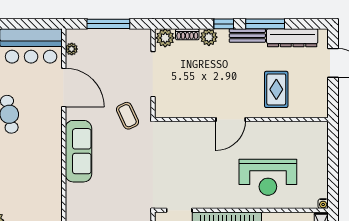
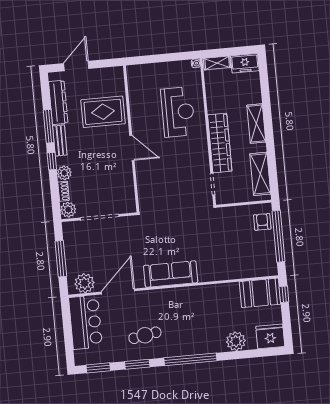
plant: (72, 49) -> (85, 283), width x1.87, depth x1.87
rug: (276, 89) -> (103, 112), width x1.36, depth x1.43
coffee table: (127, 116) -> (137, 235), removed

